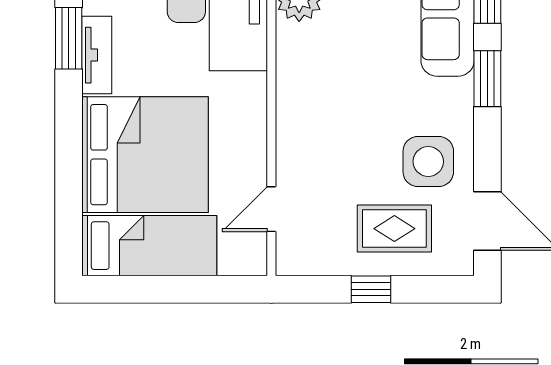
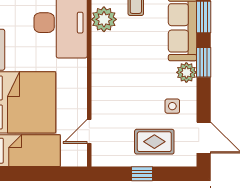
plant: (455, 98) -> (186, 72), added
side table: (428, 161) -> (172, 106), width x0.54, depth x0.54

